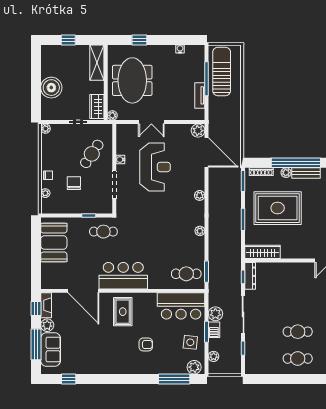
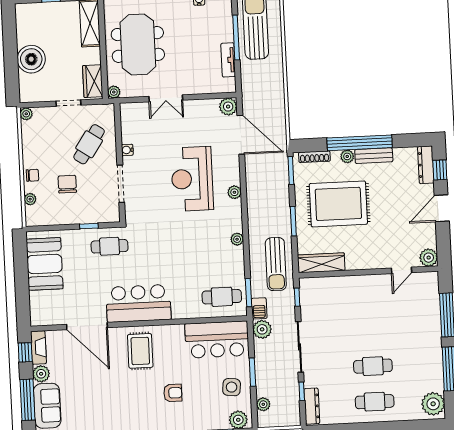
reception desk: (155, 167) -> (192, 179), moved, turned 180
sun lounger: (228, 251) -> (276, 264), added
dresser: (250, 276) -> (312, 406), moved
plant: (215, 314) -> (262, 329), moved
barbecue: (214, 330) -> (259, 308), moved

